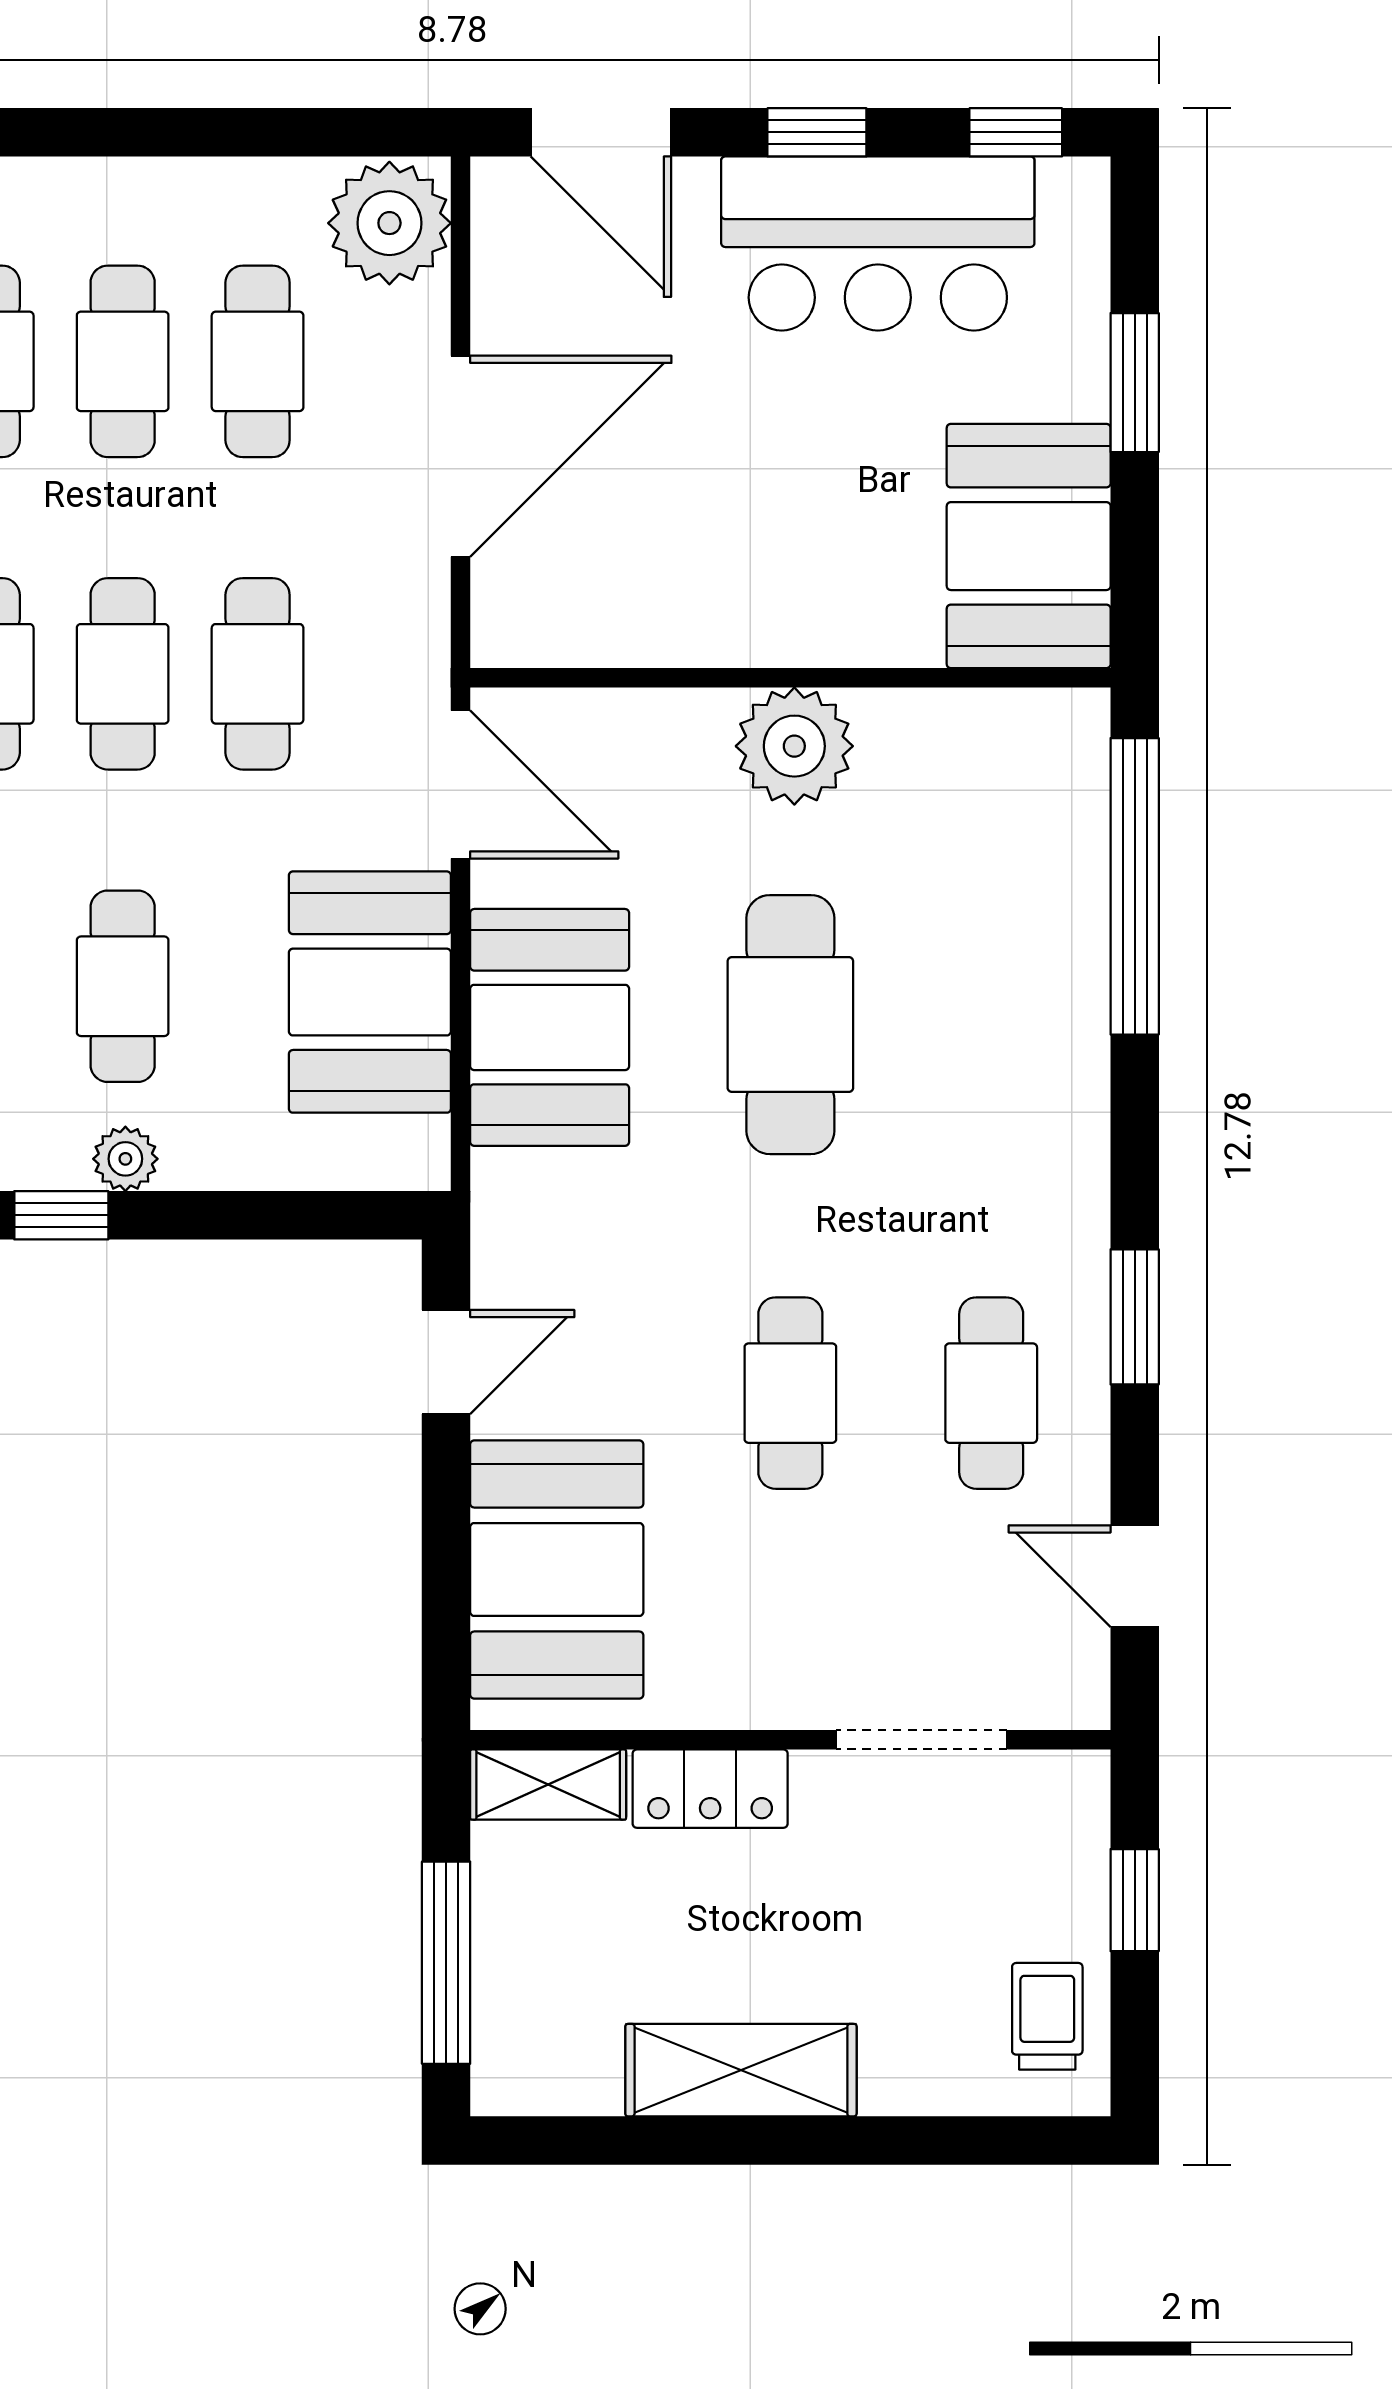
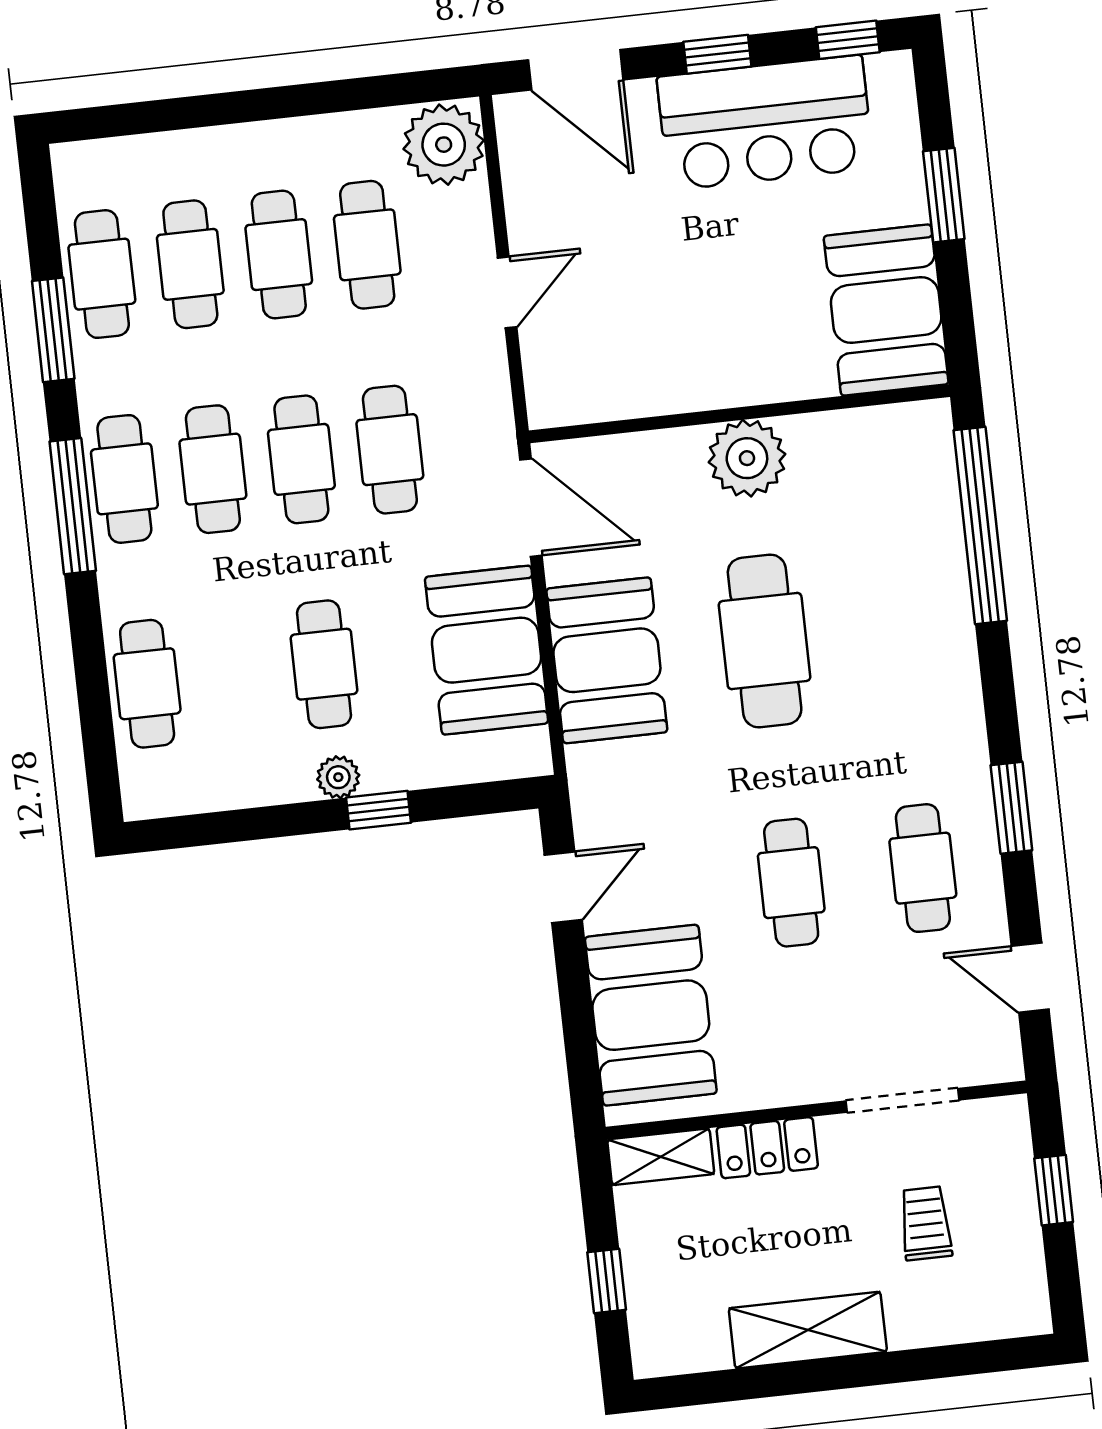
door: (461, 456) -> (507, 292), width x0.53
window: (61, 1215) -> (379, 810), moved
window: (446, 1963) -> (607, 1281), width x0.46
trolley: (1047, 2016) -> (926, 1223), moved

